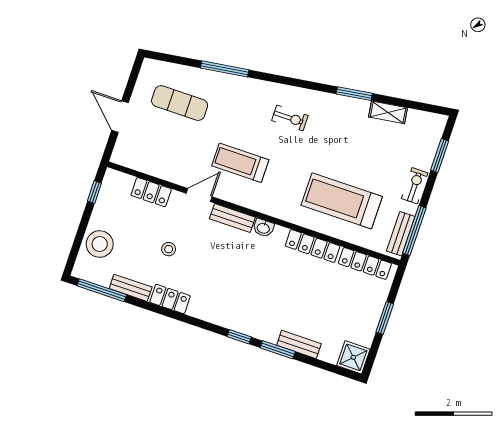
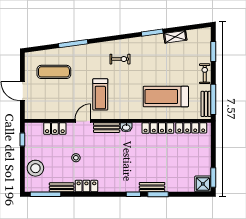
treadmill: (240, 163) -> (100, 94), turned -90
window: (385, 318) -> (213, 177), moved
bench: (299, 344) -> (152, 187), moved

